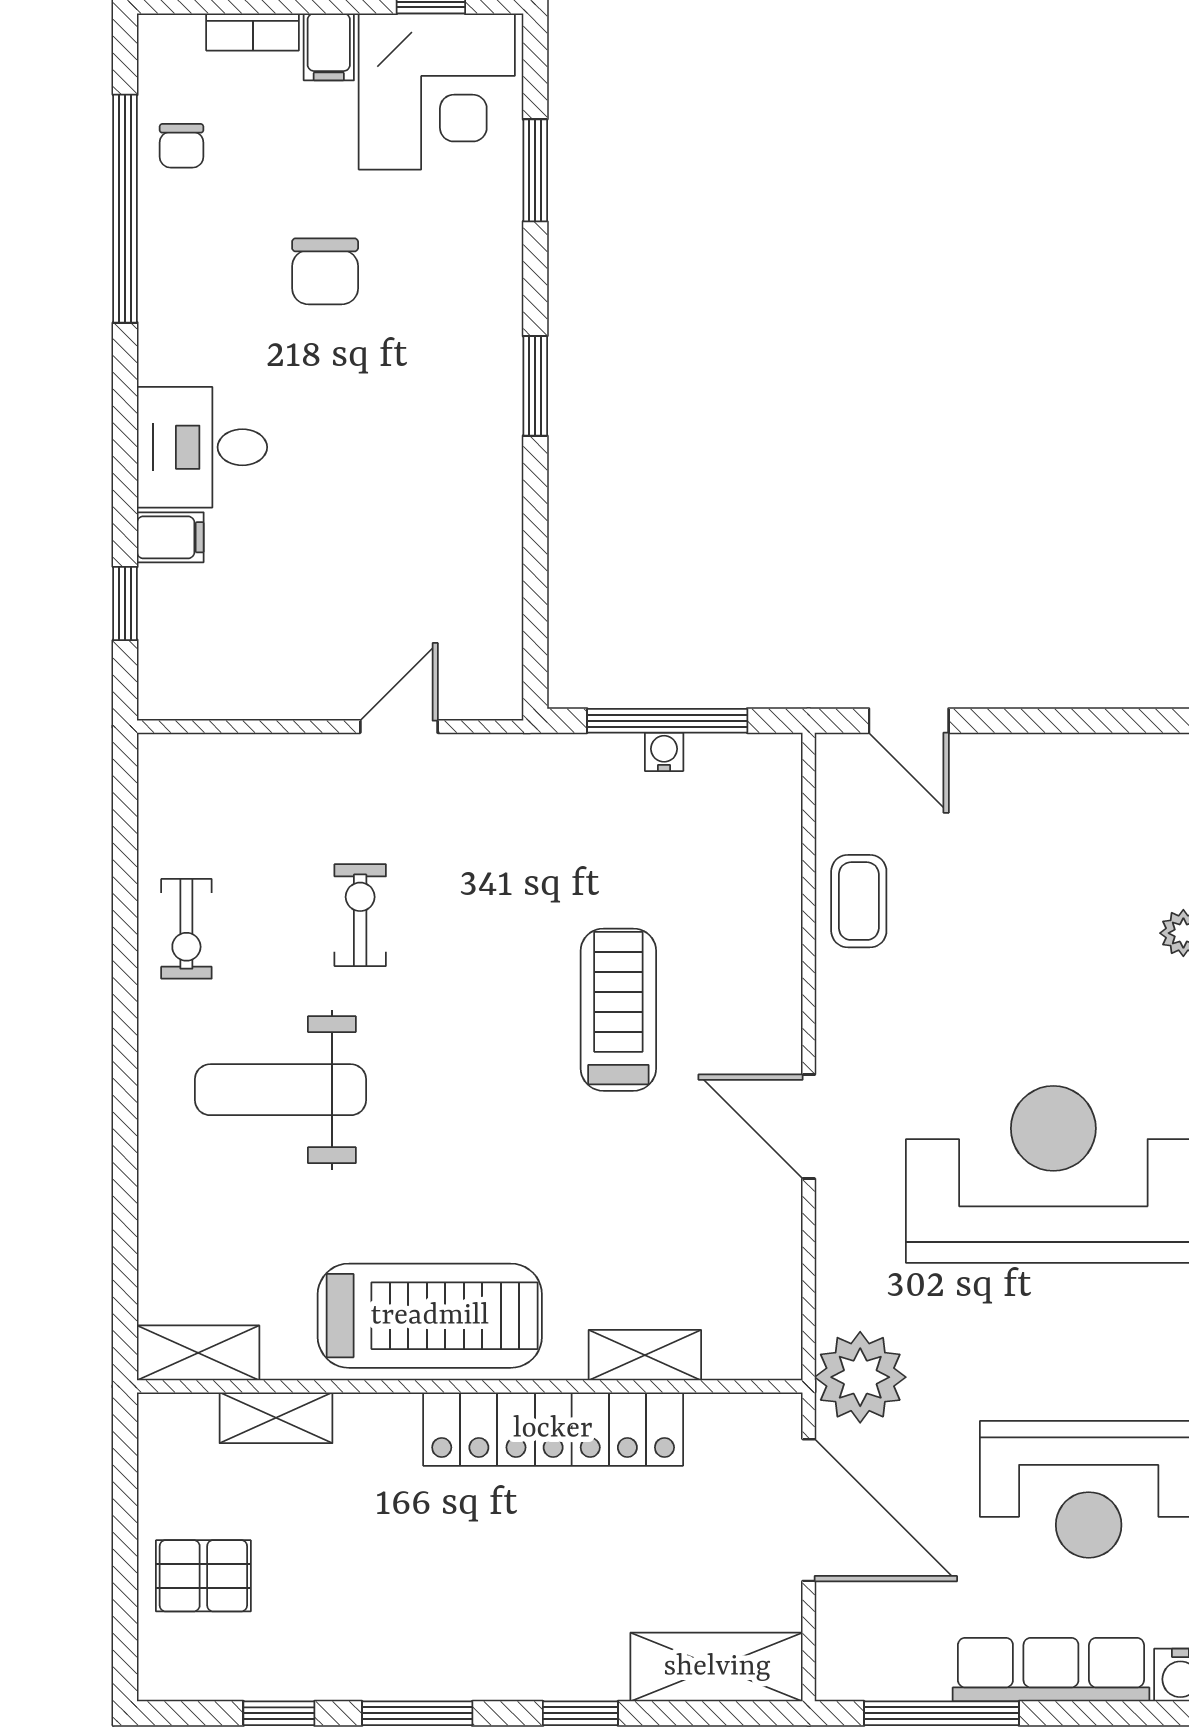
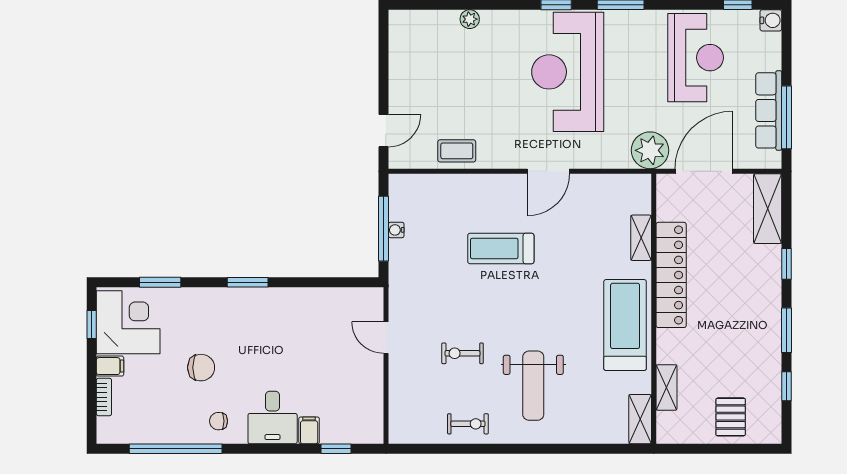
chair: (182, 146) -> (219, 421), moved, turned 180
row of seats: (1051, 1670) -> (769, 110), moved

